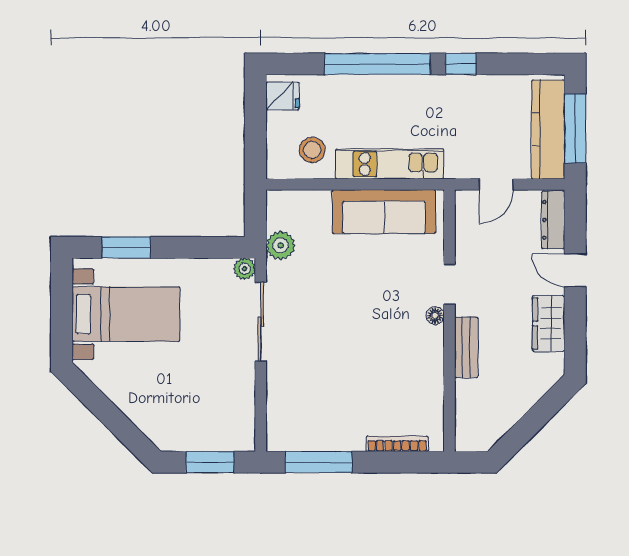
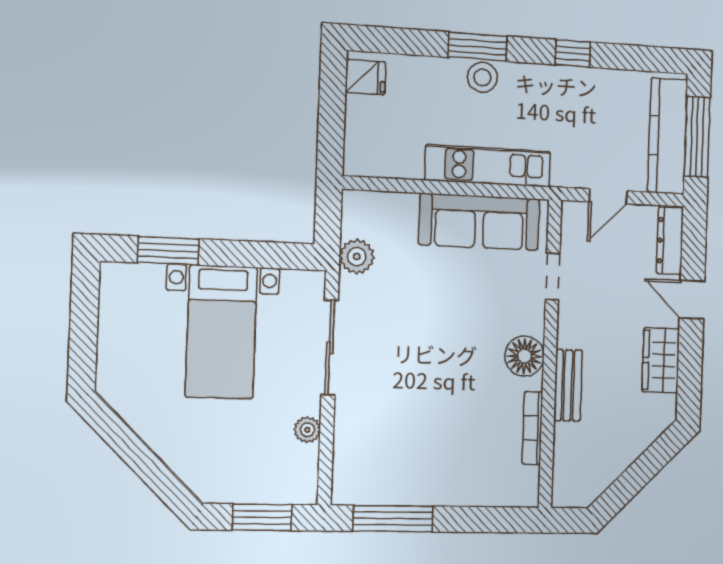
window: (377, 64) -> (478, 47), width x0.47
stool: (312, 150) -> (482, 77), moved
plant: (245, 269) -> (307, 430), moved
doorway: (449, 284) -> (553, 277), moved
bed with nightstands: (126, 314) -> (221, 332), moved, turned 90
floor lamp: (435, 316) -> (524, 356), width x1.89, depth x1.89
bookcase: (397, 444) -> (532, 428), moved, turned -90

